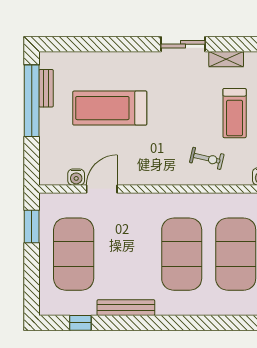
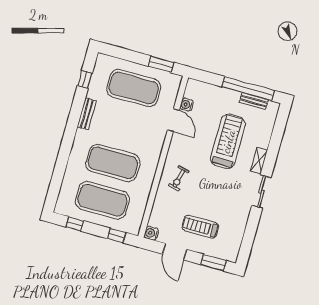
sliding door: (183, 44) -> (261, 192), moved
shelving: (226, 59) -> (259, 161), moved
exercise bike: (207, 158) -> (179, 178), moved
bench: (126, 308) -> (87, 114), width x0.73

